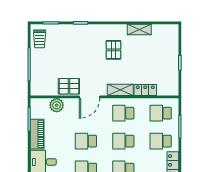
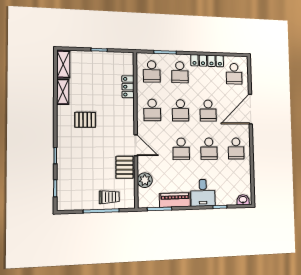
trolley: (40, 39) -> (109, 197), moved
shelving: (120, 90) -> (63, 64), moved

